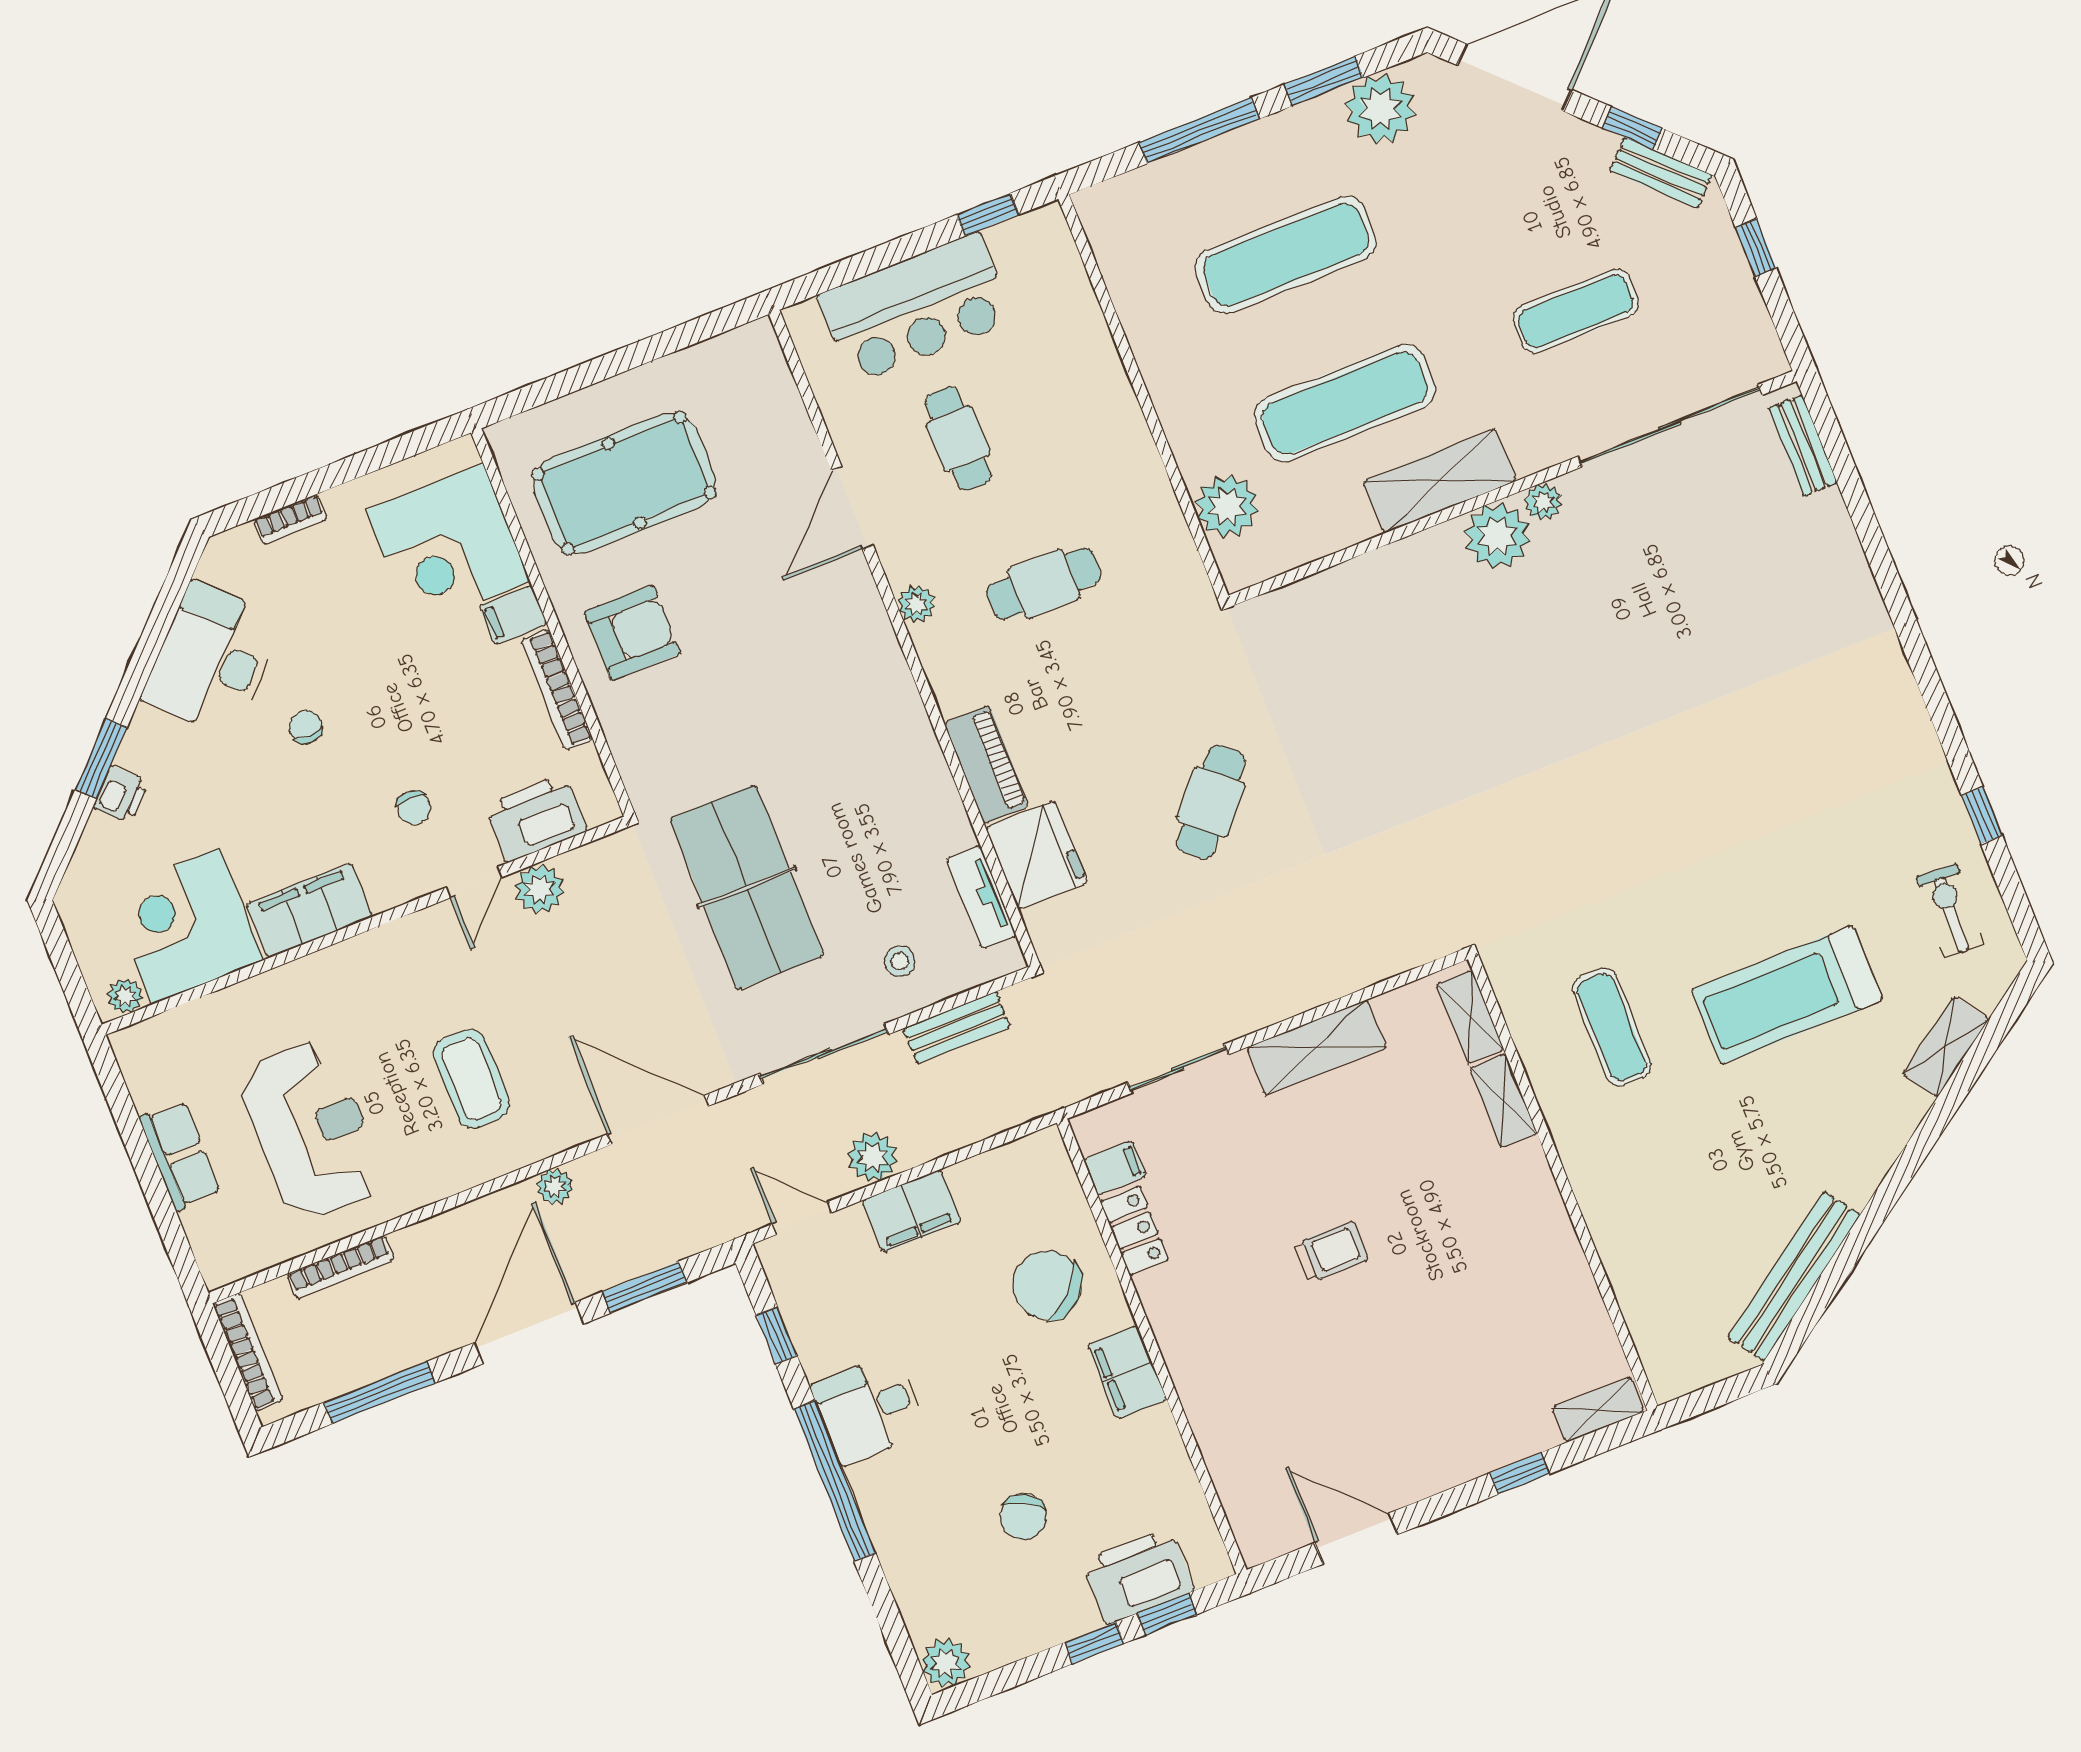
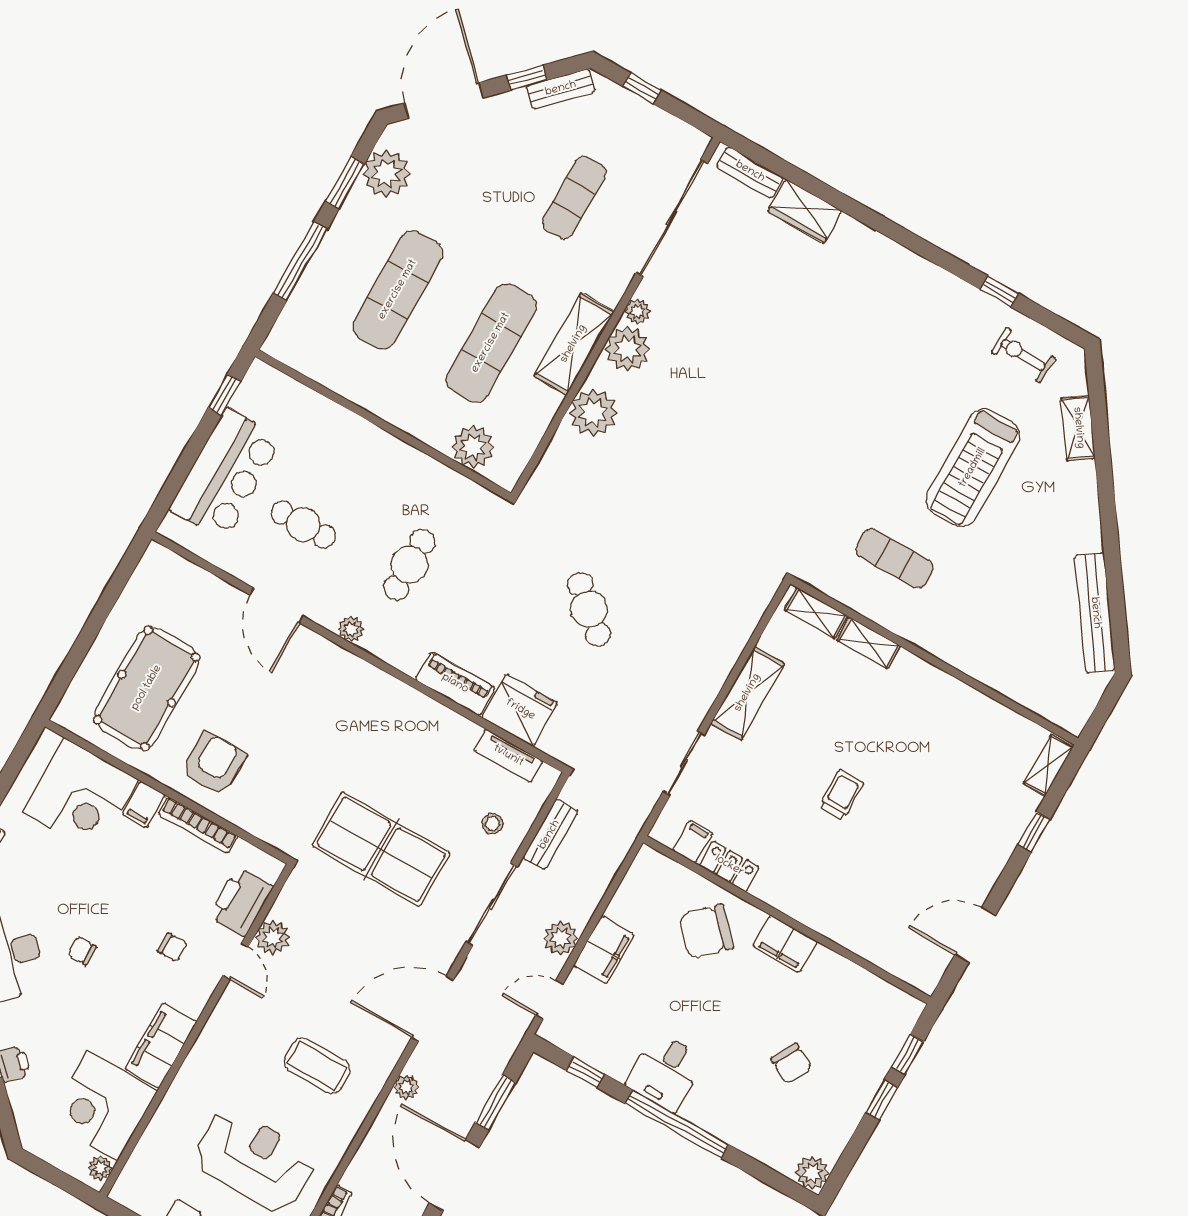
wardrobe: (1831, 541) -> (805, 211), added
plant: (1398, 578) -> (593, 413), added
printer: (1138, 1576) -> (876, 1046), removed

